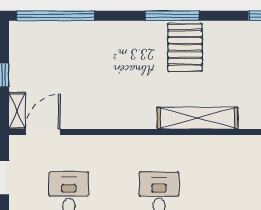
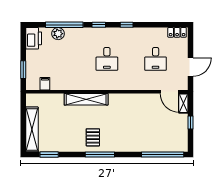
pallet: (185, 47) -> (93, 137), width x0.67, depth x0.71
door: (43, 132) -> (170, 92), hinge flipped

